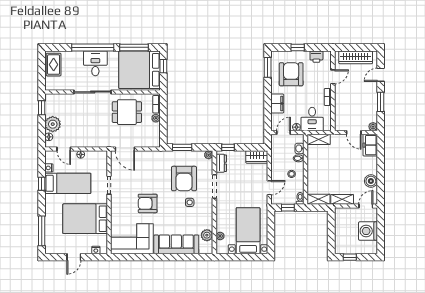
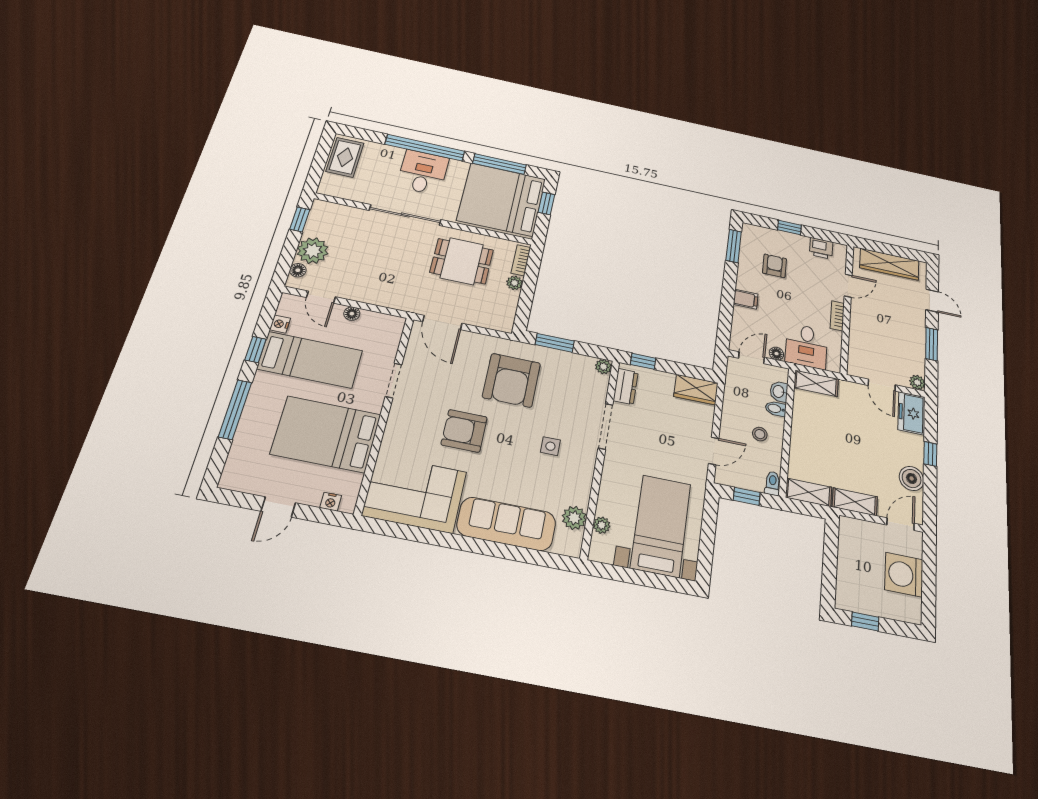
armchair: (291, 74) -> (774, 266), width x0.53, depth x0.53
door: (381, 75) -> (932, 301), swing flipped
filing cabinet: (277, 104) -> (746, 299), width x0.50
window: (381, 166) -> (930, 454), added
armchair: (184, 179) -> (512, 380), moved
window: (42, 231) -> (235, 409), moved

